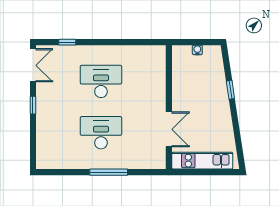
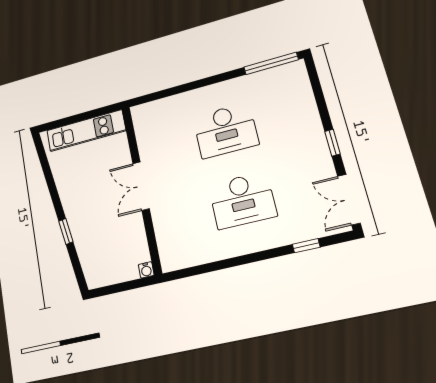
water cooler: (197, 50) -> (146, 270), moved
double door: (169, 129) -> (141, 186), moved
window: (109, 172) -> (271, 63), moved

